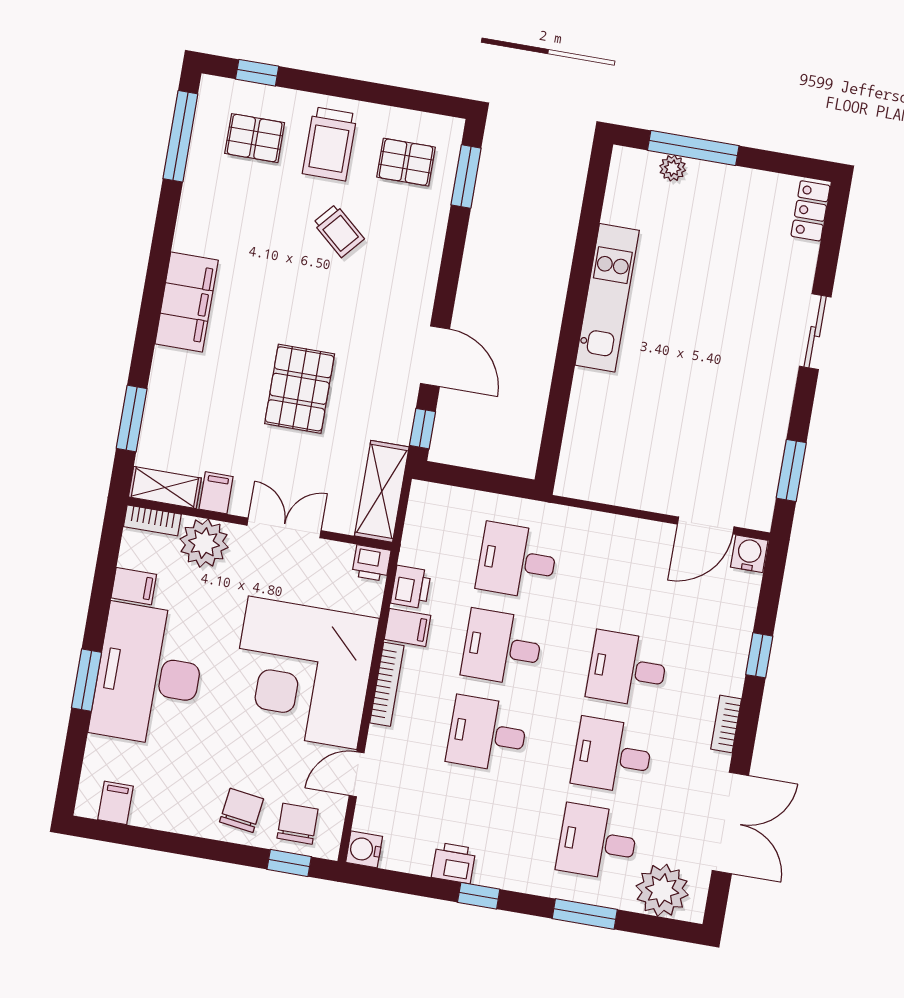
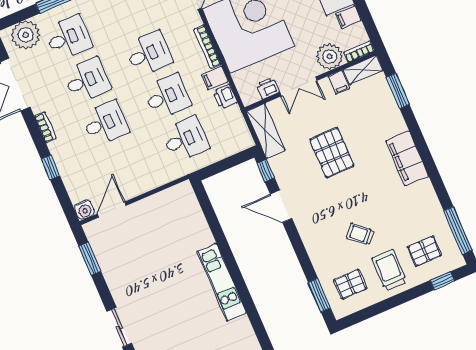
printer: (371, 563) -> (268, 88), moved

